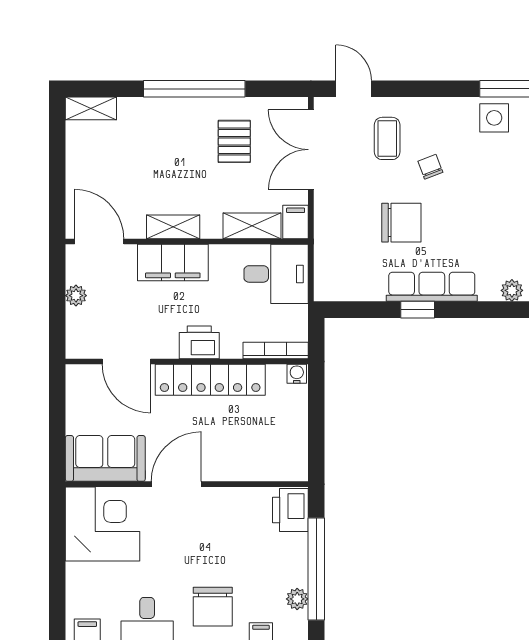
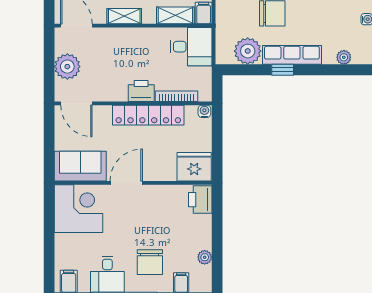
filing cabinet: (173, 263) -> (124, 39), removed
plant: (364, 281) -> (248, 51), added
plant: (76, 296) -> (67, 67), width x1.88, depth x1.88
bookcase: (276, 350) -> (177, 96), moved
door: (126, 361) -> (76, 103), moved
fridge: (281, 459) -> (194, 167), added
window: (316, 569) -> (217, 238), removed

